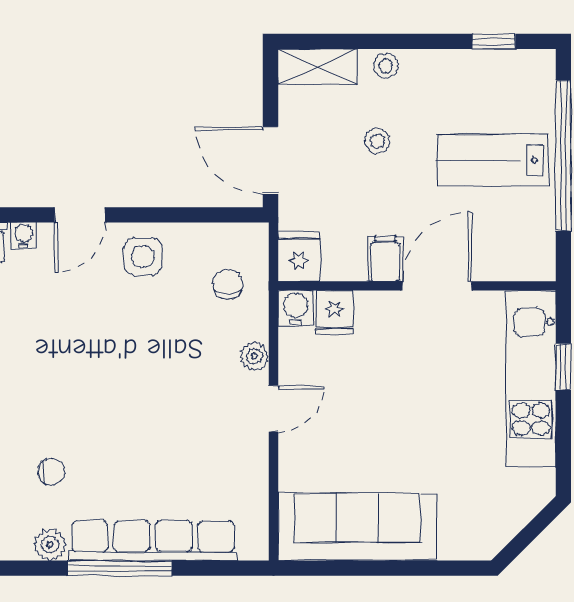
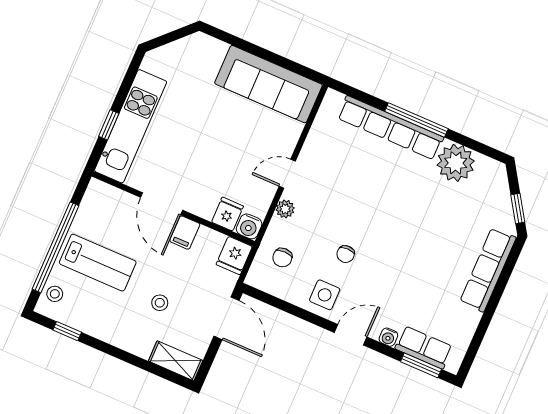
stool: (386, 66) -> (55, 294), moved
door: (437, 286) -> (162, 204), hinge flipped
chair: (51, 472) -> (346, 254), moved, turned -90
plant: (50, 545) -> (456, 163), width x1.87, depth x1.87

